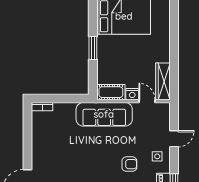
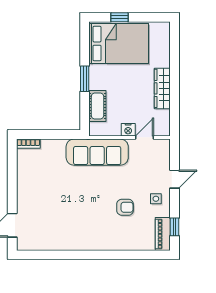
wardrobe: (163, 81) -> (162, 88), moved
cot: (111, 92) -> (97, 106), moved, turned 90
door: (147, 101) -> (145, 137), hinge flipped

